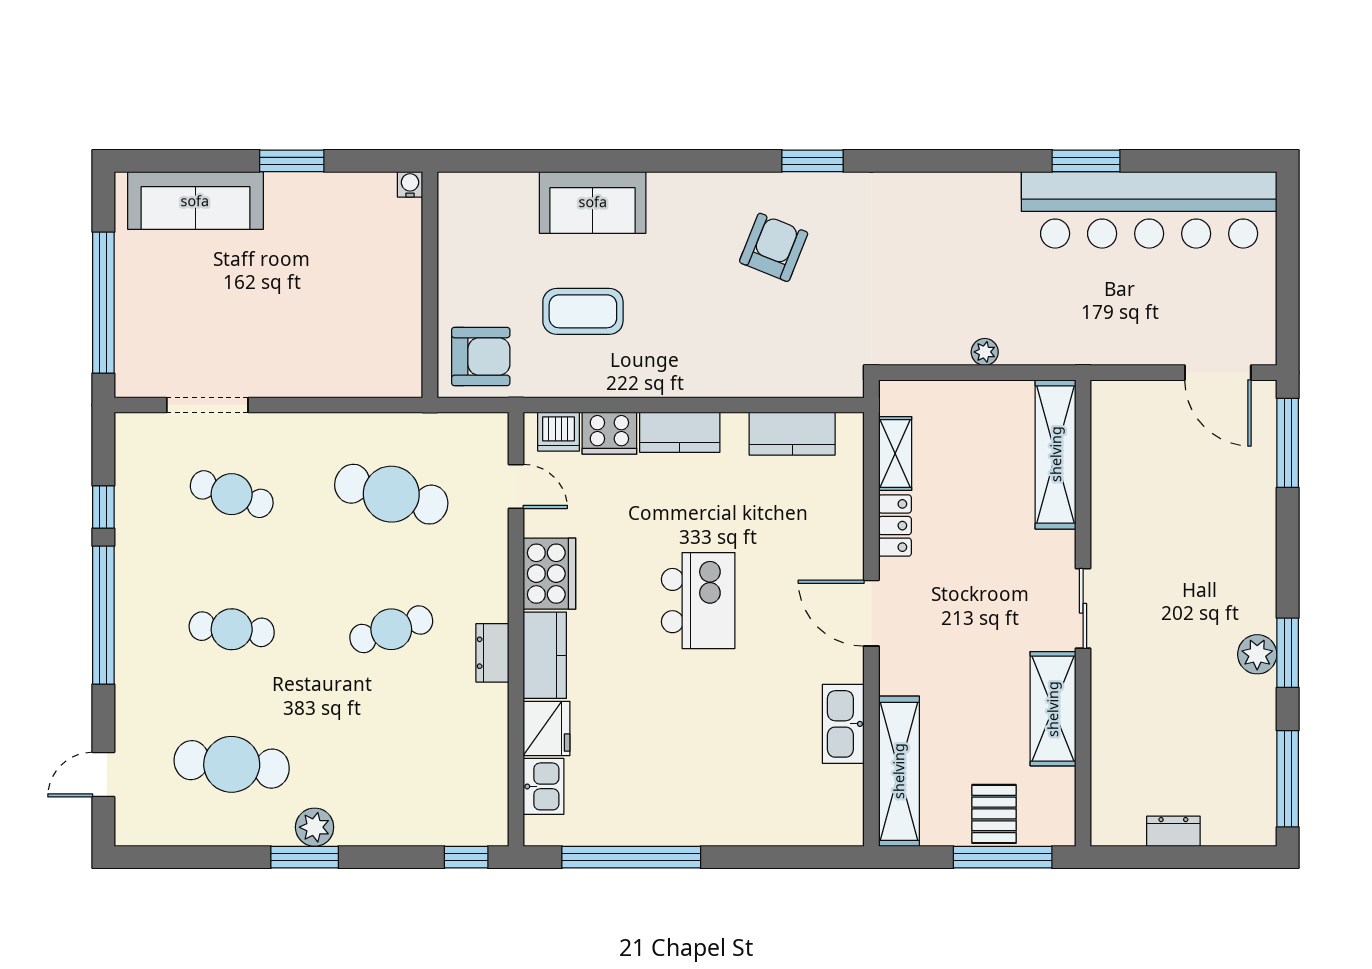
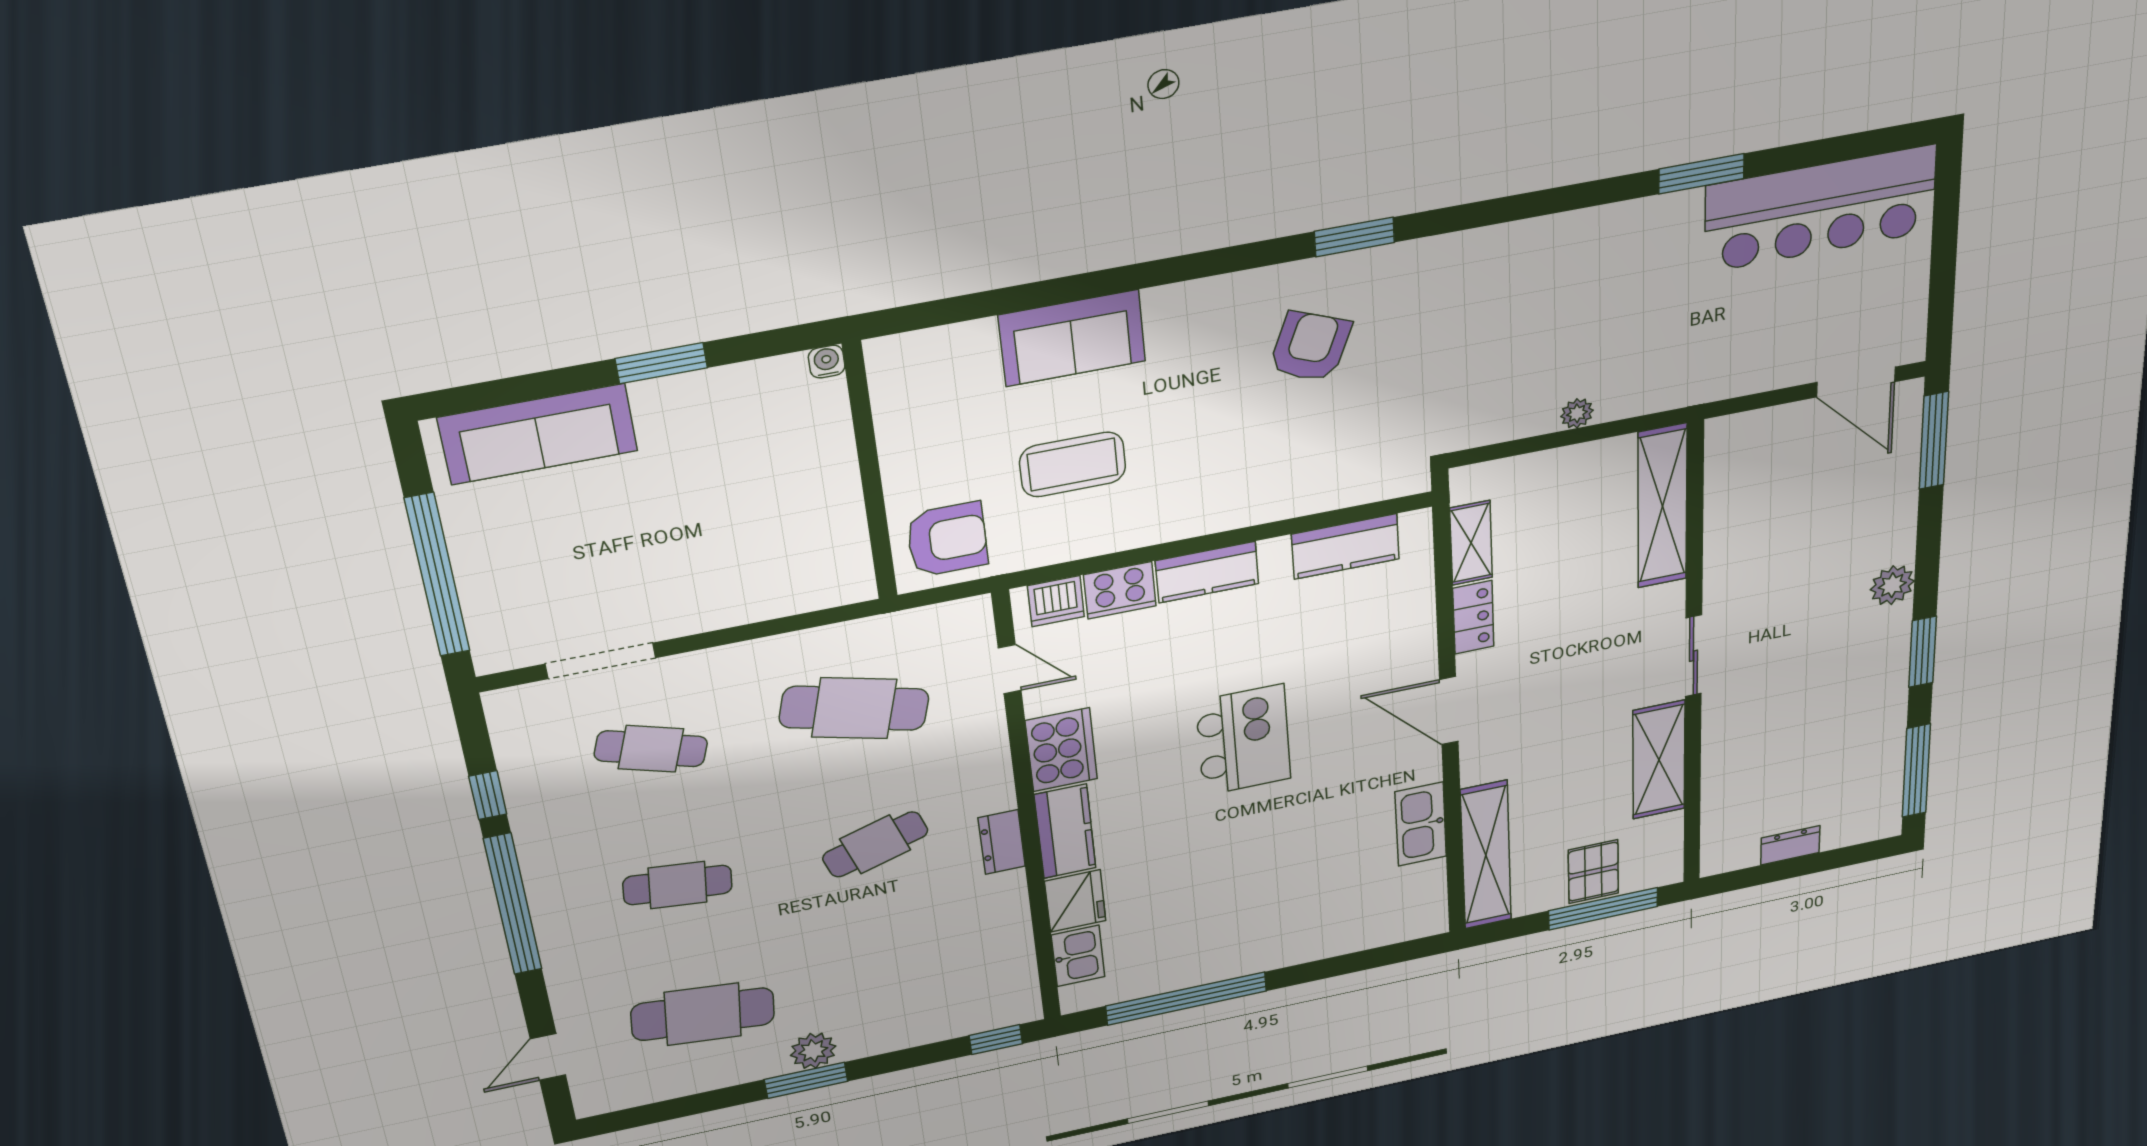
bar counter: (1149, 210) -> (1820, 209), width x0.73
plant: (1257, 654) -> (1892, 585), moved

